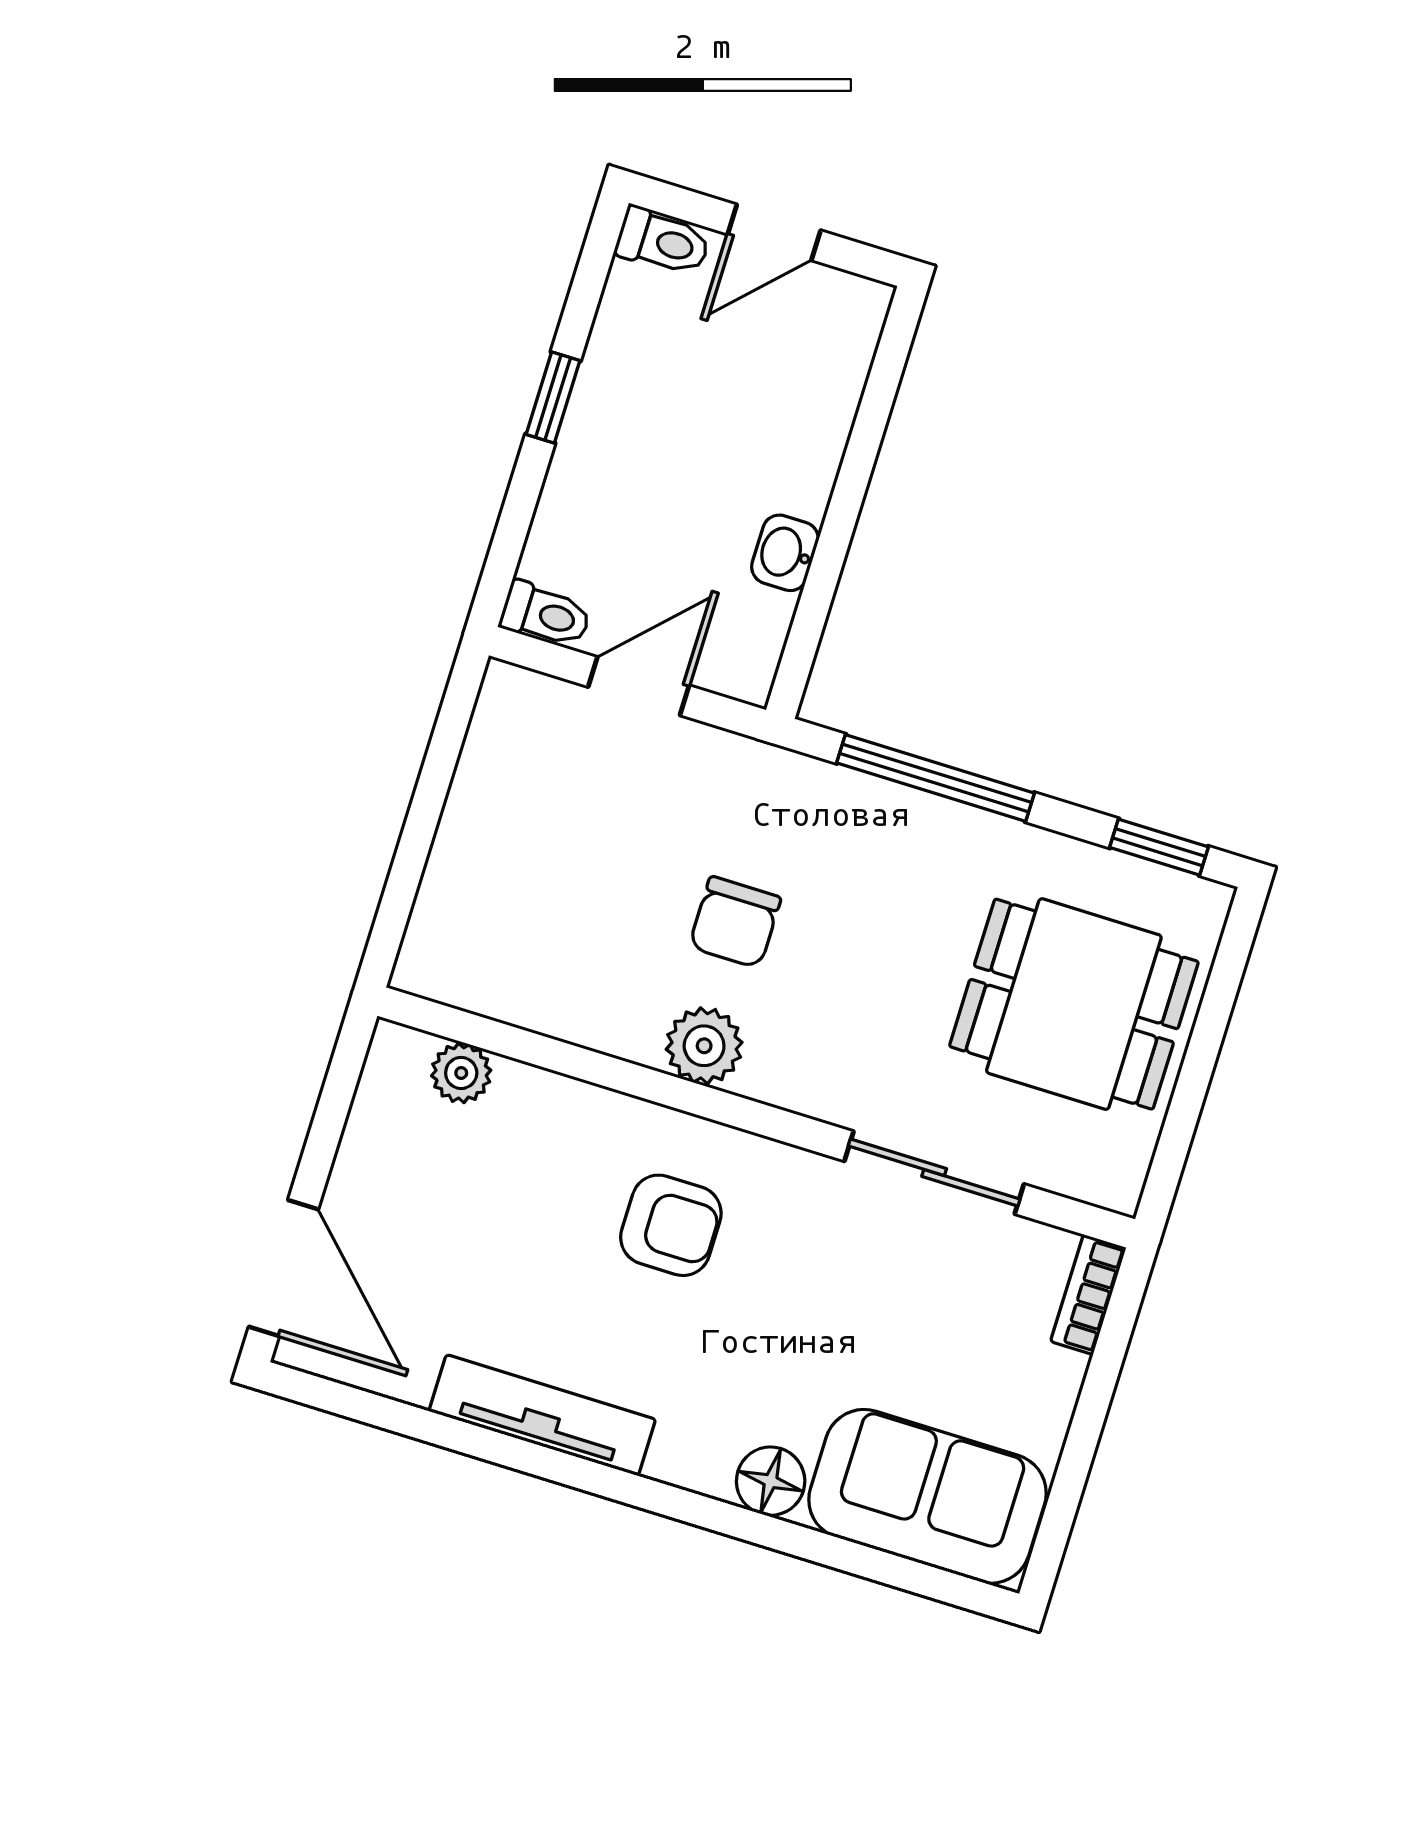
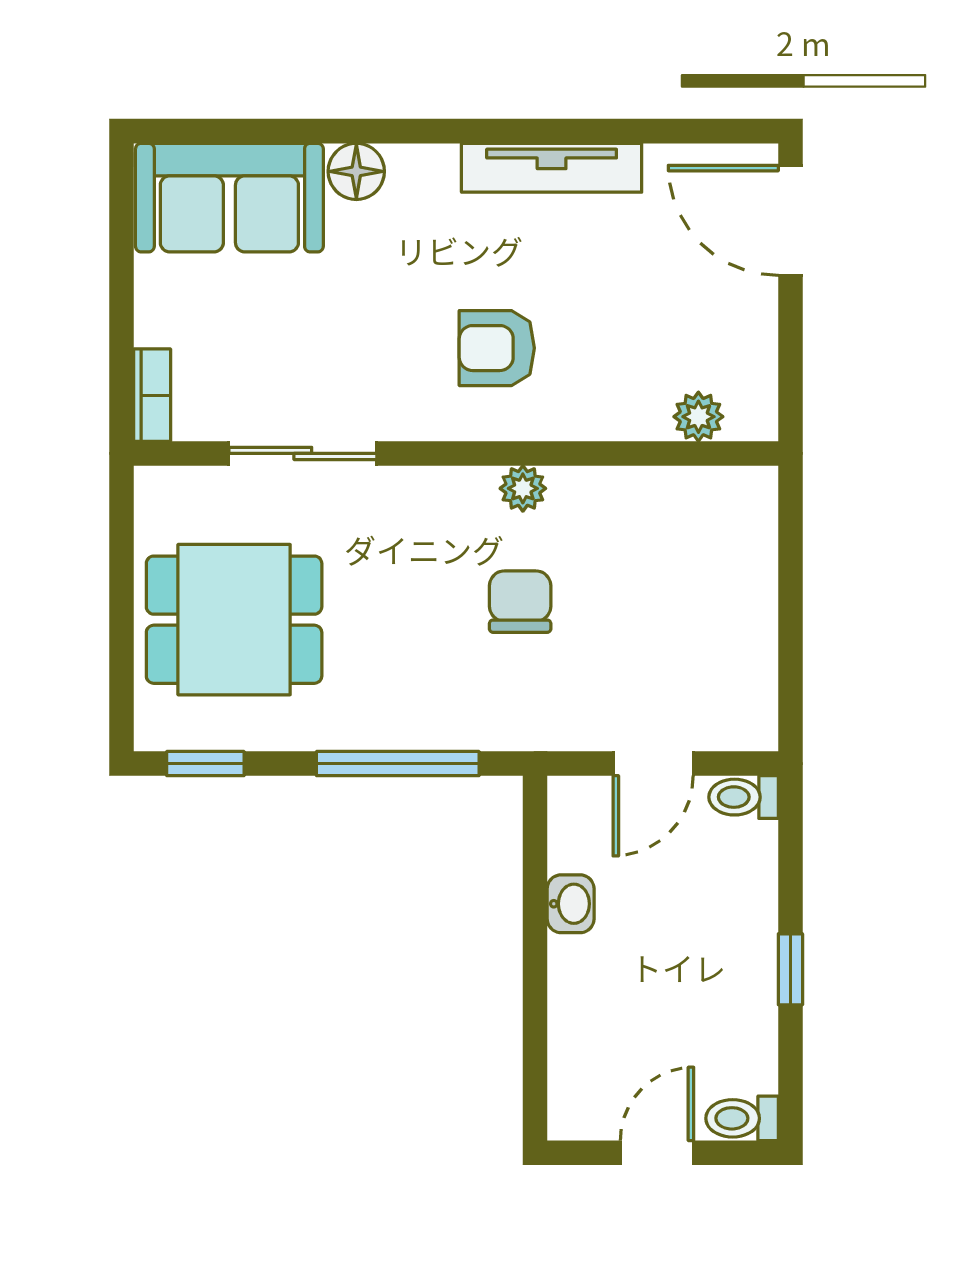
plant: (704, 1046) -> (523, 488), width x0.73, depth x0.73

